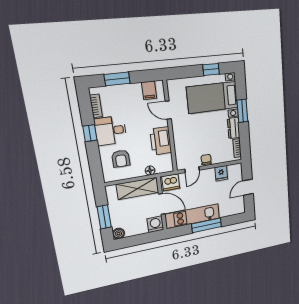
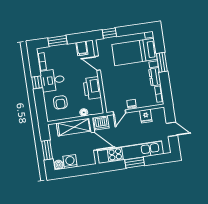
window: (211, 69) -> (109, 33), moved
door: (248, 187) -> (172, 129), swing flipped
kitchen unit: (193, 216) -> (130, 152), width x1.36
washing machine: (155, 224) -> (70, 162), moved
window: (207, 225) -> (135, 163), width x0.69

